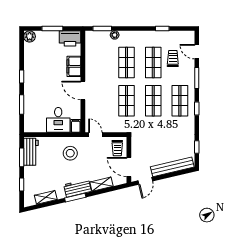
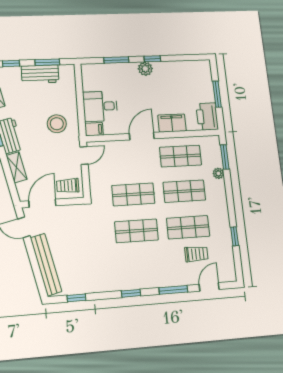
plant: (30, 36) -> (145, 69), moved
shop shelf: (180, 101) -> (180, 156), moved
workbench: (31, 152) -> (40, 74), moved

